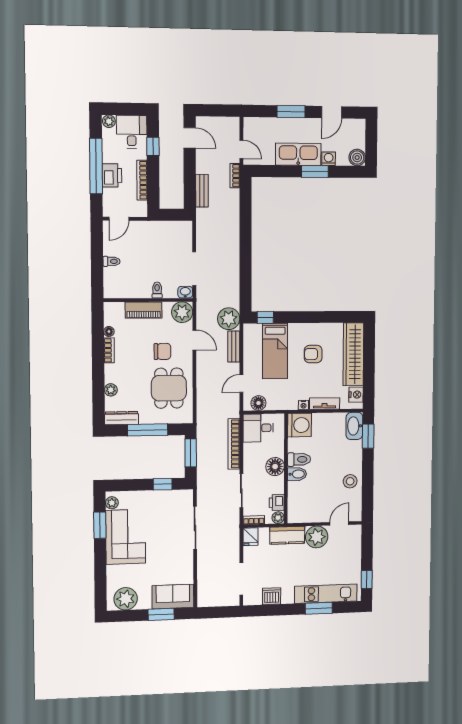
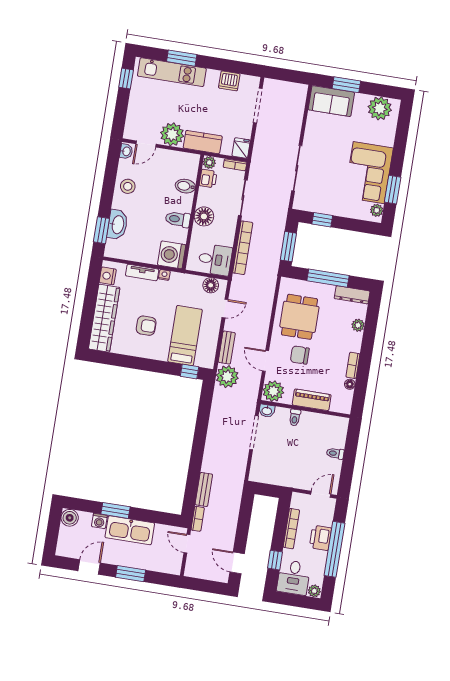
bench: (202, 191) -> (204, 489), moved
washbasin: (354, 426) -> (117, 225), moved
bidet: (297, 474) -> (185, 186), moved
washbasin: (356, 513) -> (126, 151), added

